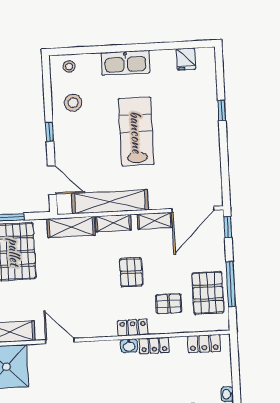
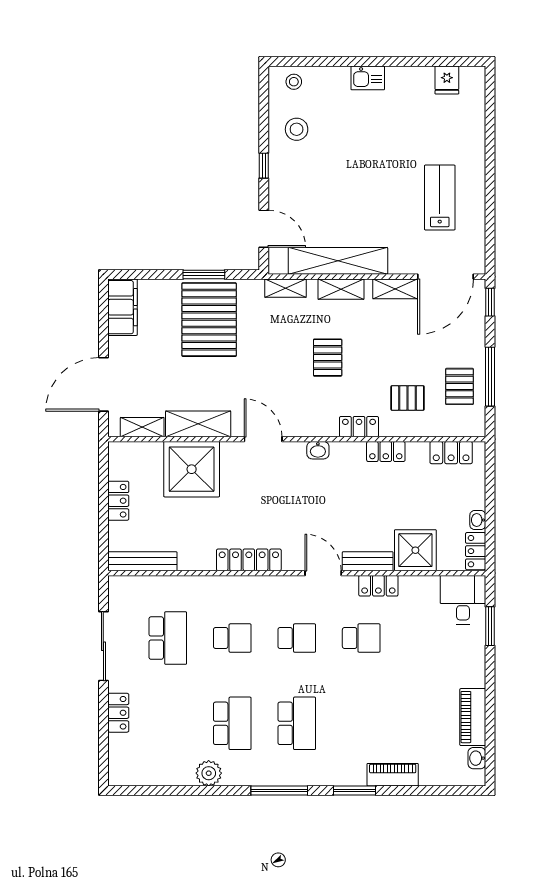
kitchen sink: (125, 63) -> (368, 78), width x0.53, depth x0.81
window: (222, 110) -> (490, 149), removed
lab bench: (136, 132) -> (440, 197), moved, width x0.73, depth x0.72
shelving: (71, 227) -> (285, 288), width x0.67, depth x0.75
pallet: (131, 272) -> (328, 358), moved
pallet: (208, 293) -> (459, 386), width x0.67, depth x0.71
washbasin: (129, 346) -> (318, 450), moved

